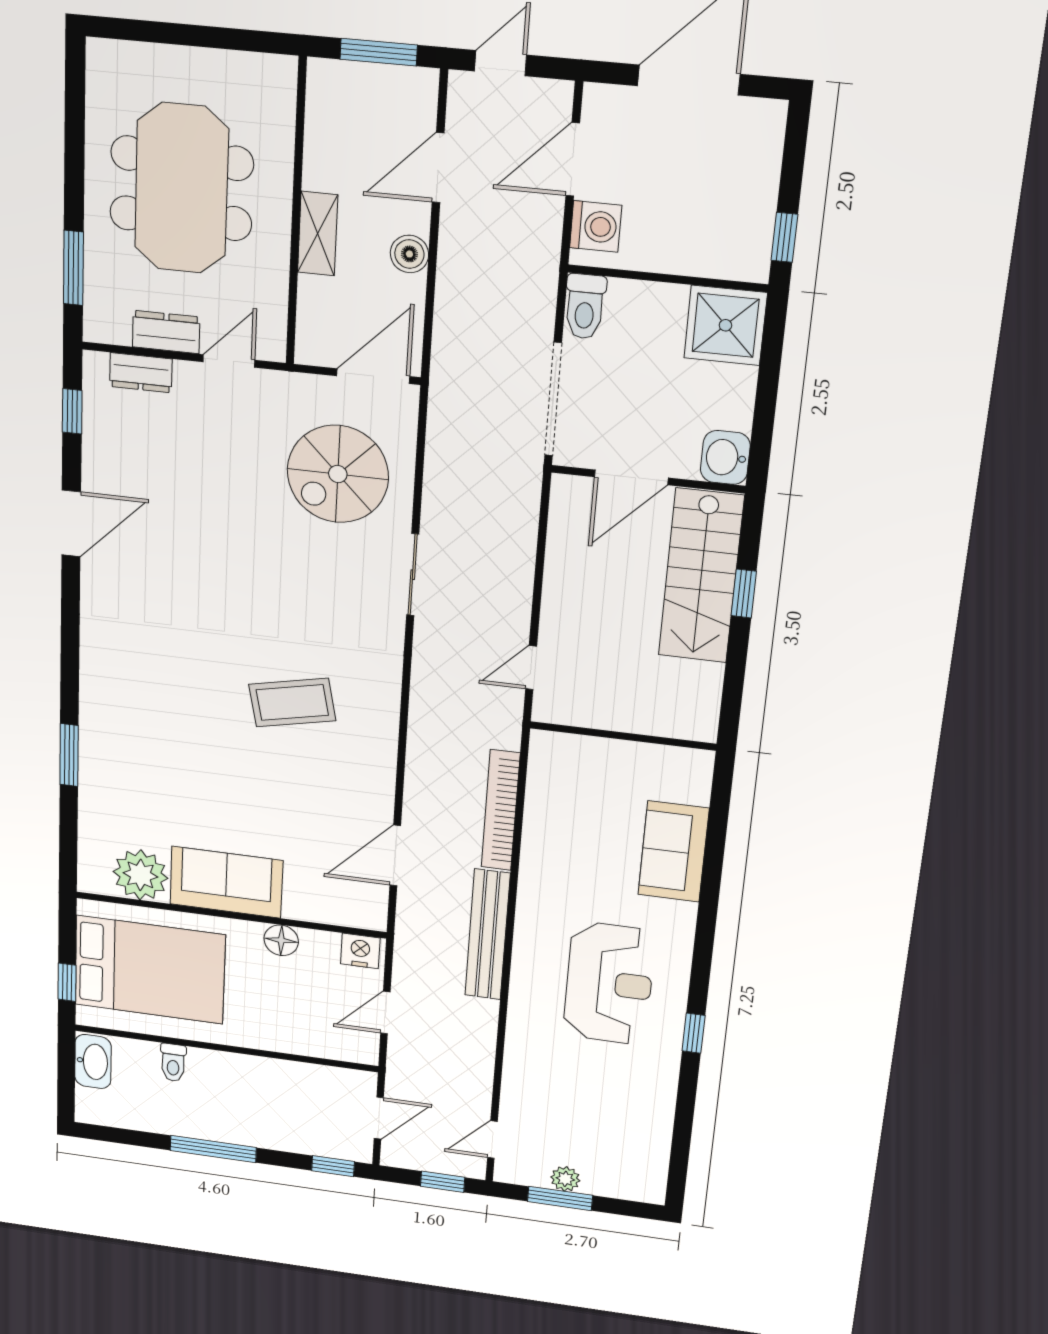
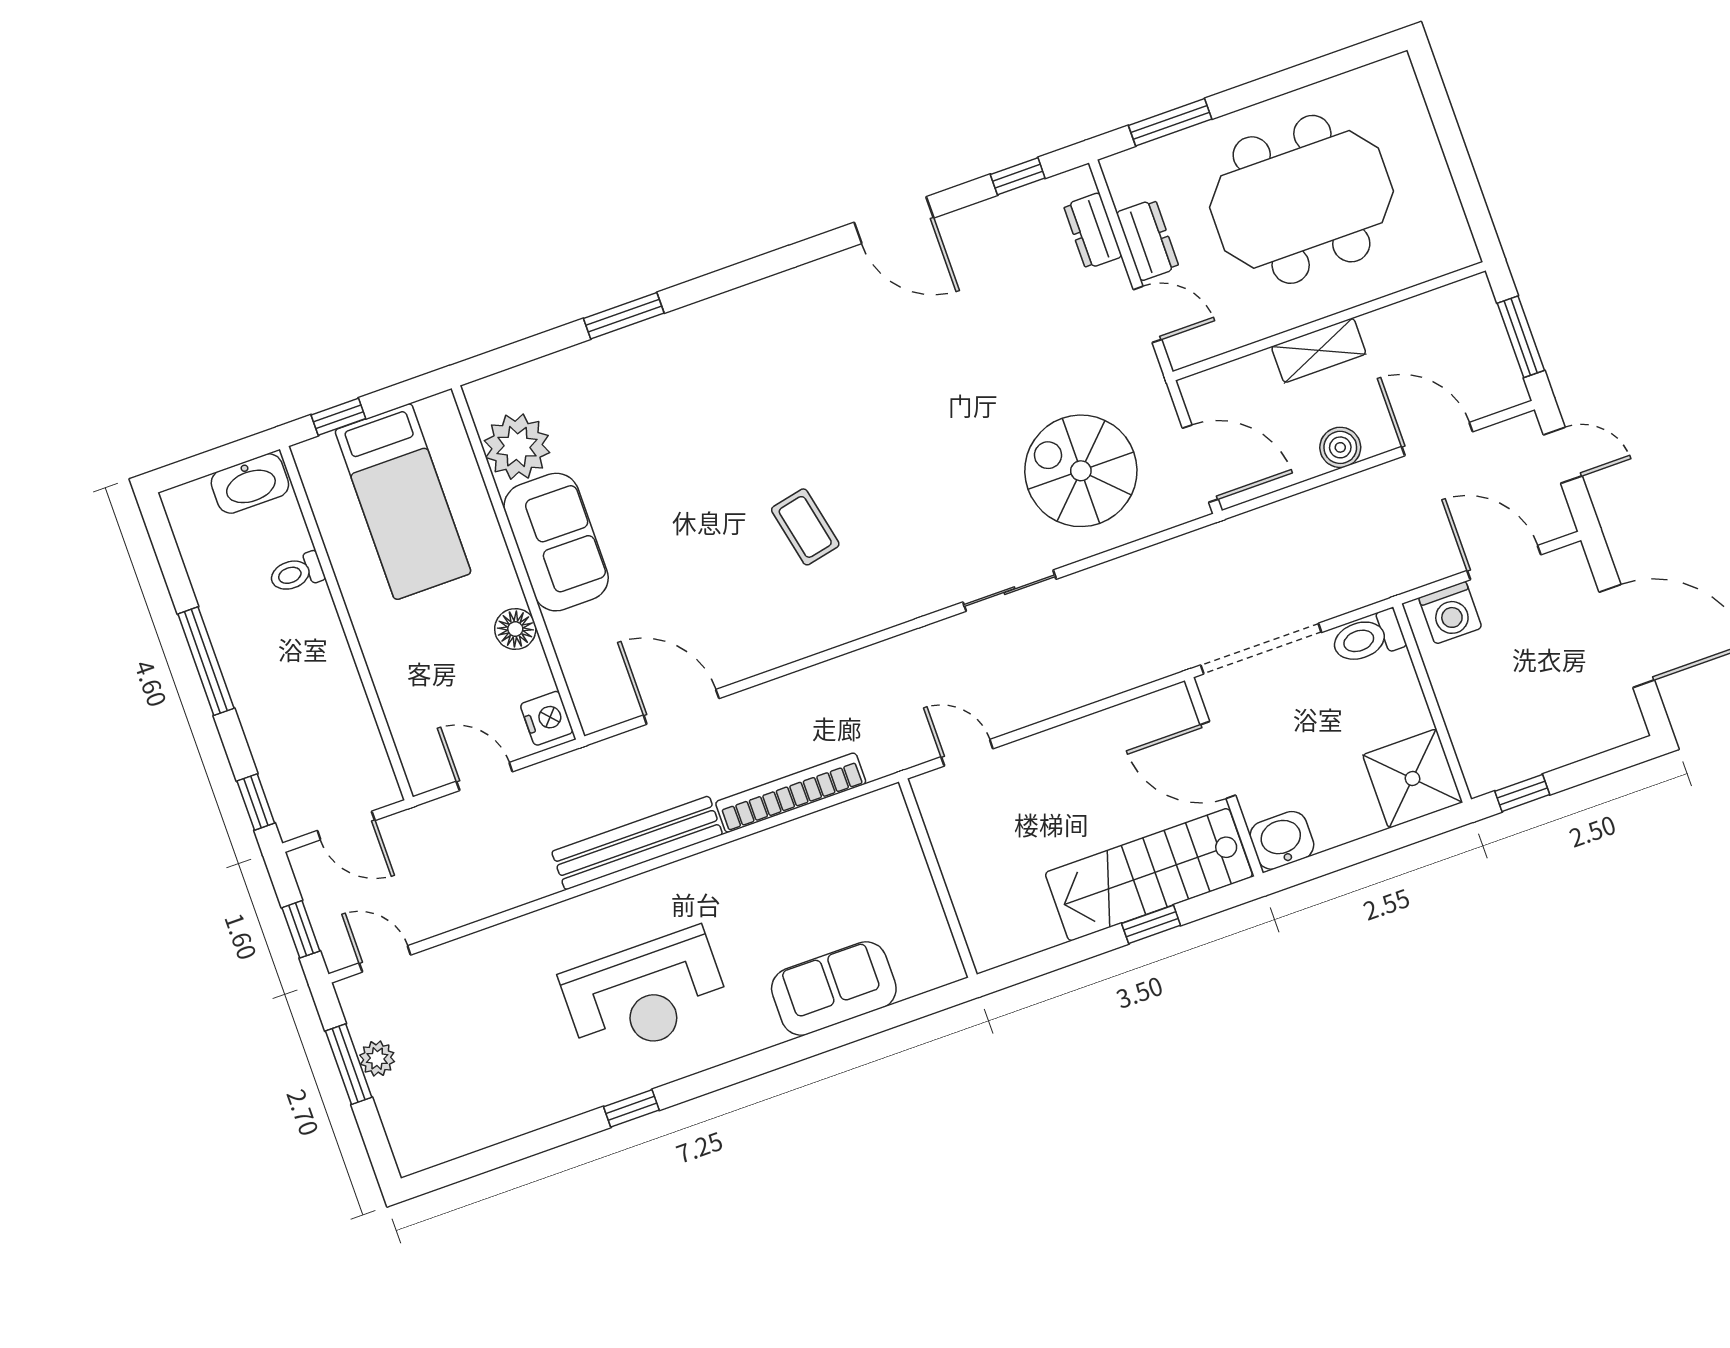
coffee table: (292, 702) -> (805, 527), width x0.73, depth x0.77
bed: (150, 970) -> (403, 502), width x0.67

